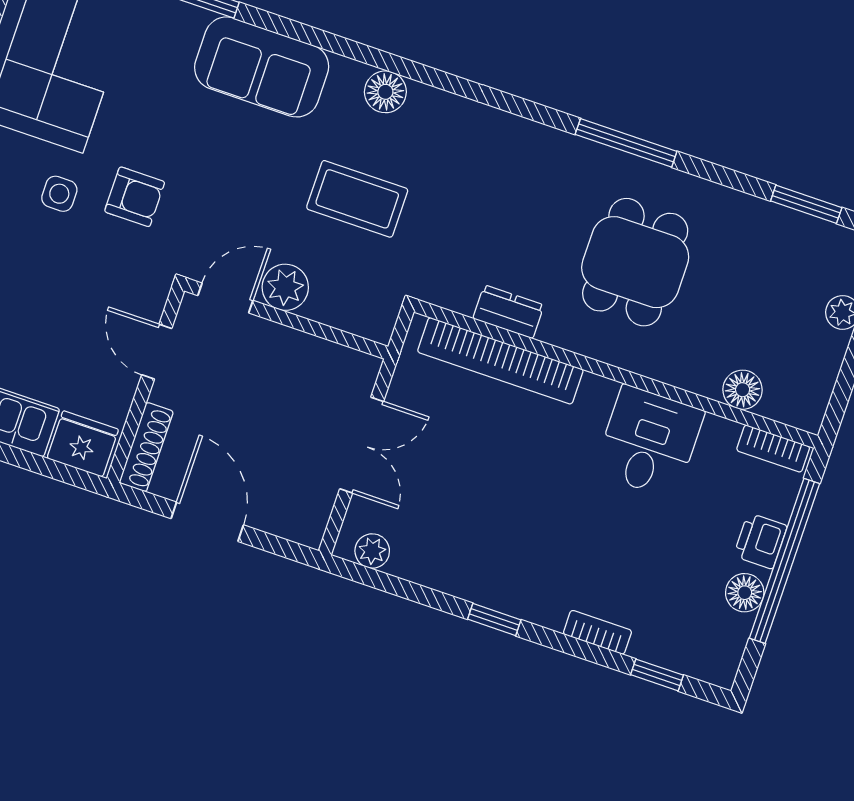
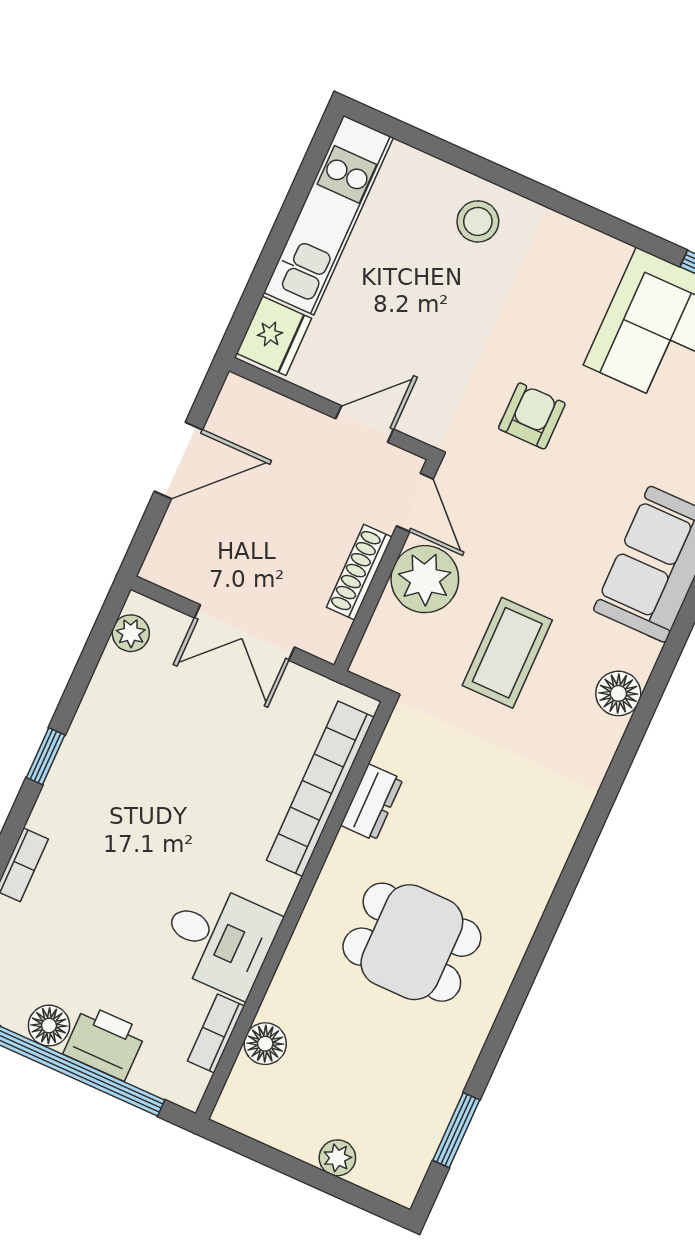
window: (626, 143) -> (540, 944), removed
side table: (59, 194) -> (543, 336), removed
armchair: (135, 197) -> (532, 416), turned 180
plant: (285, 287) -> (425, 579), width x1.36, depth x1.36
shoe rack: (146, 447) -> (359, 572), moved, turned 90
bookcase: (773, 449) -> (216, 1033), moved
printer: (760, 541) -> (105, 1042), width x1.36, depth x1.24

